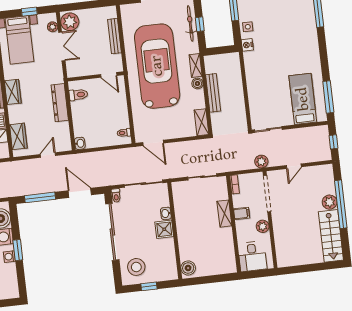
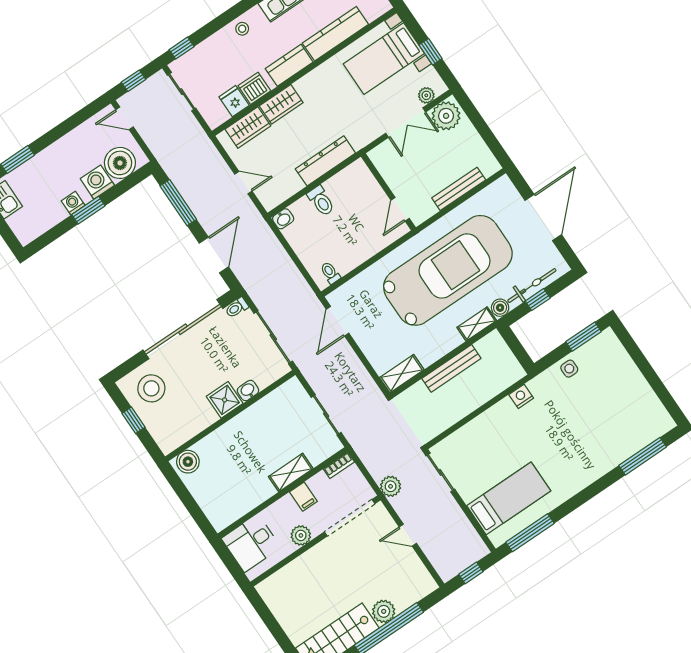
nightstand: (247, 45) -> (521, 396), moved
boiler: (197, 84) -> (500, 308), moved
wardrobe: (13, 92) -> (281, 104), moved
toilet: (78, 95) -> (321, 201), moved

